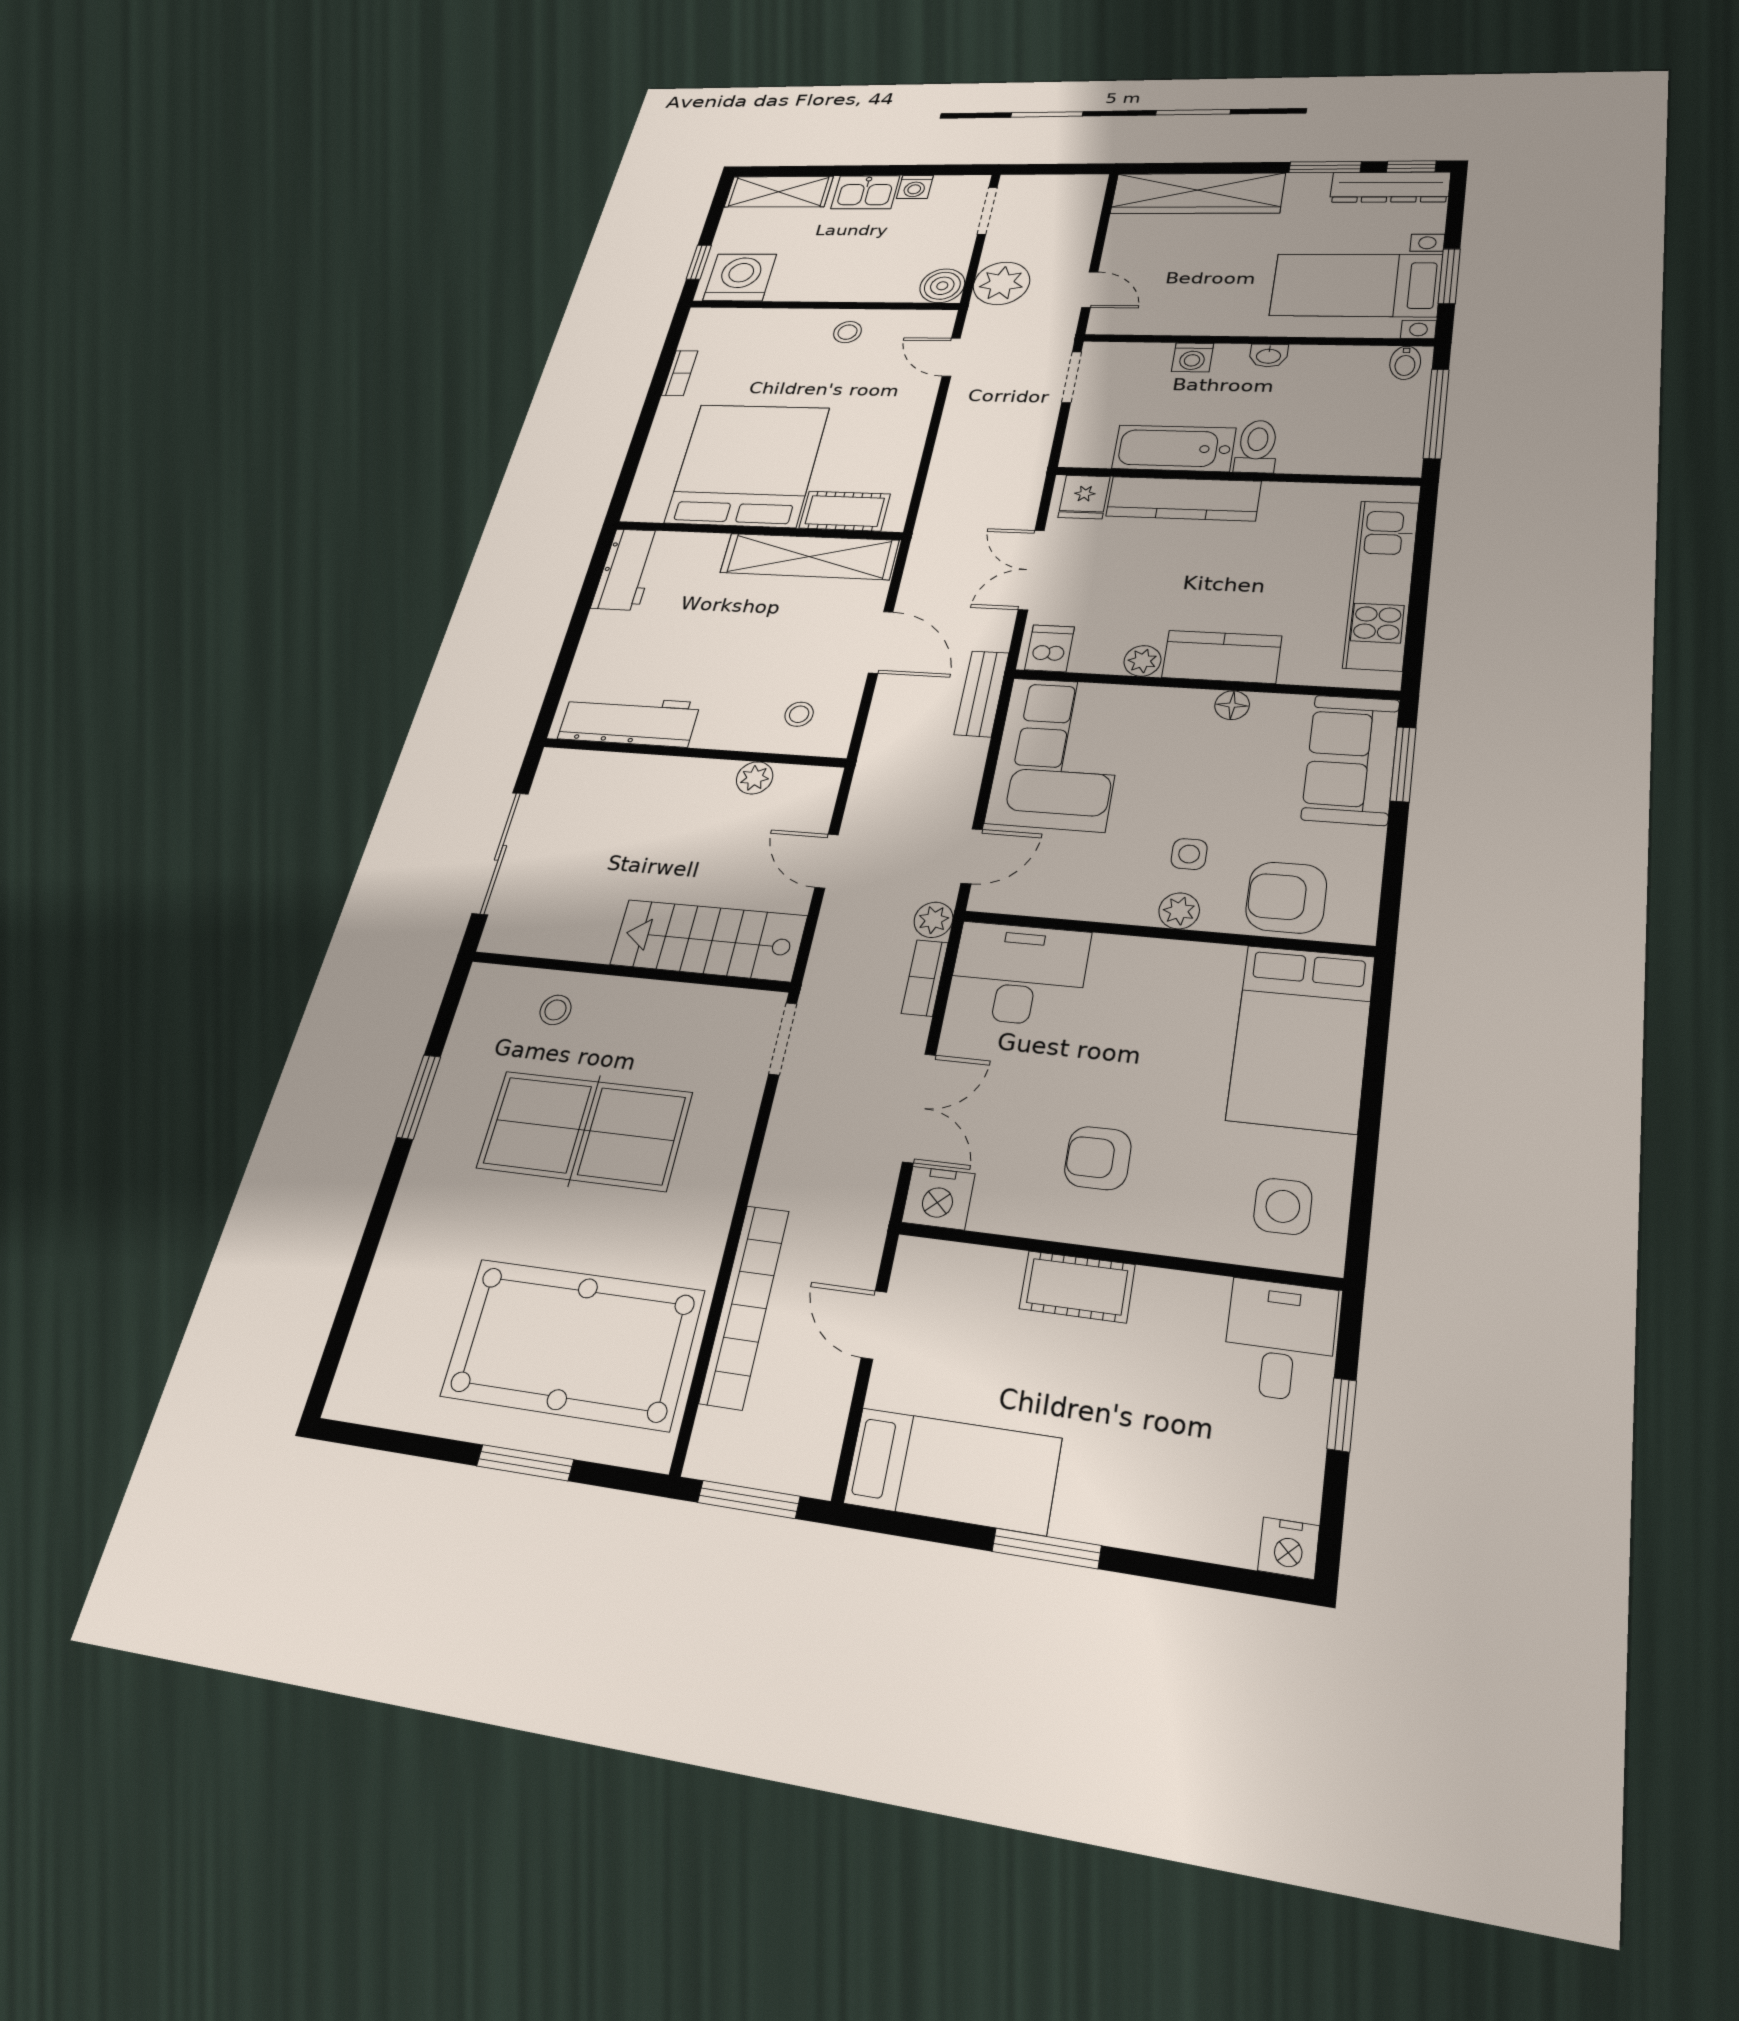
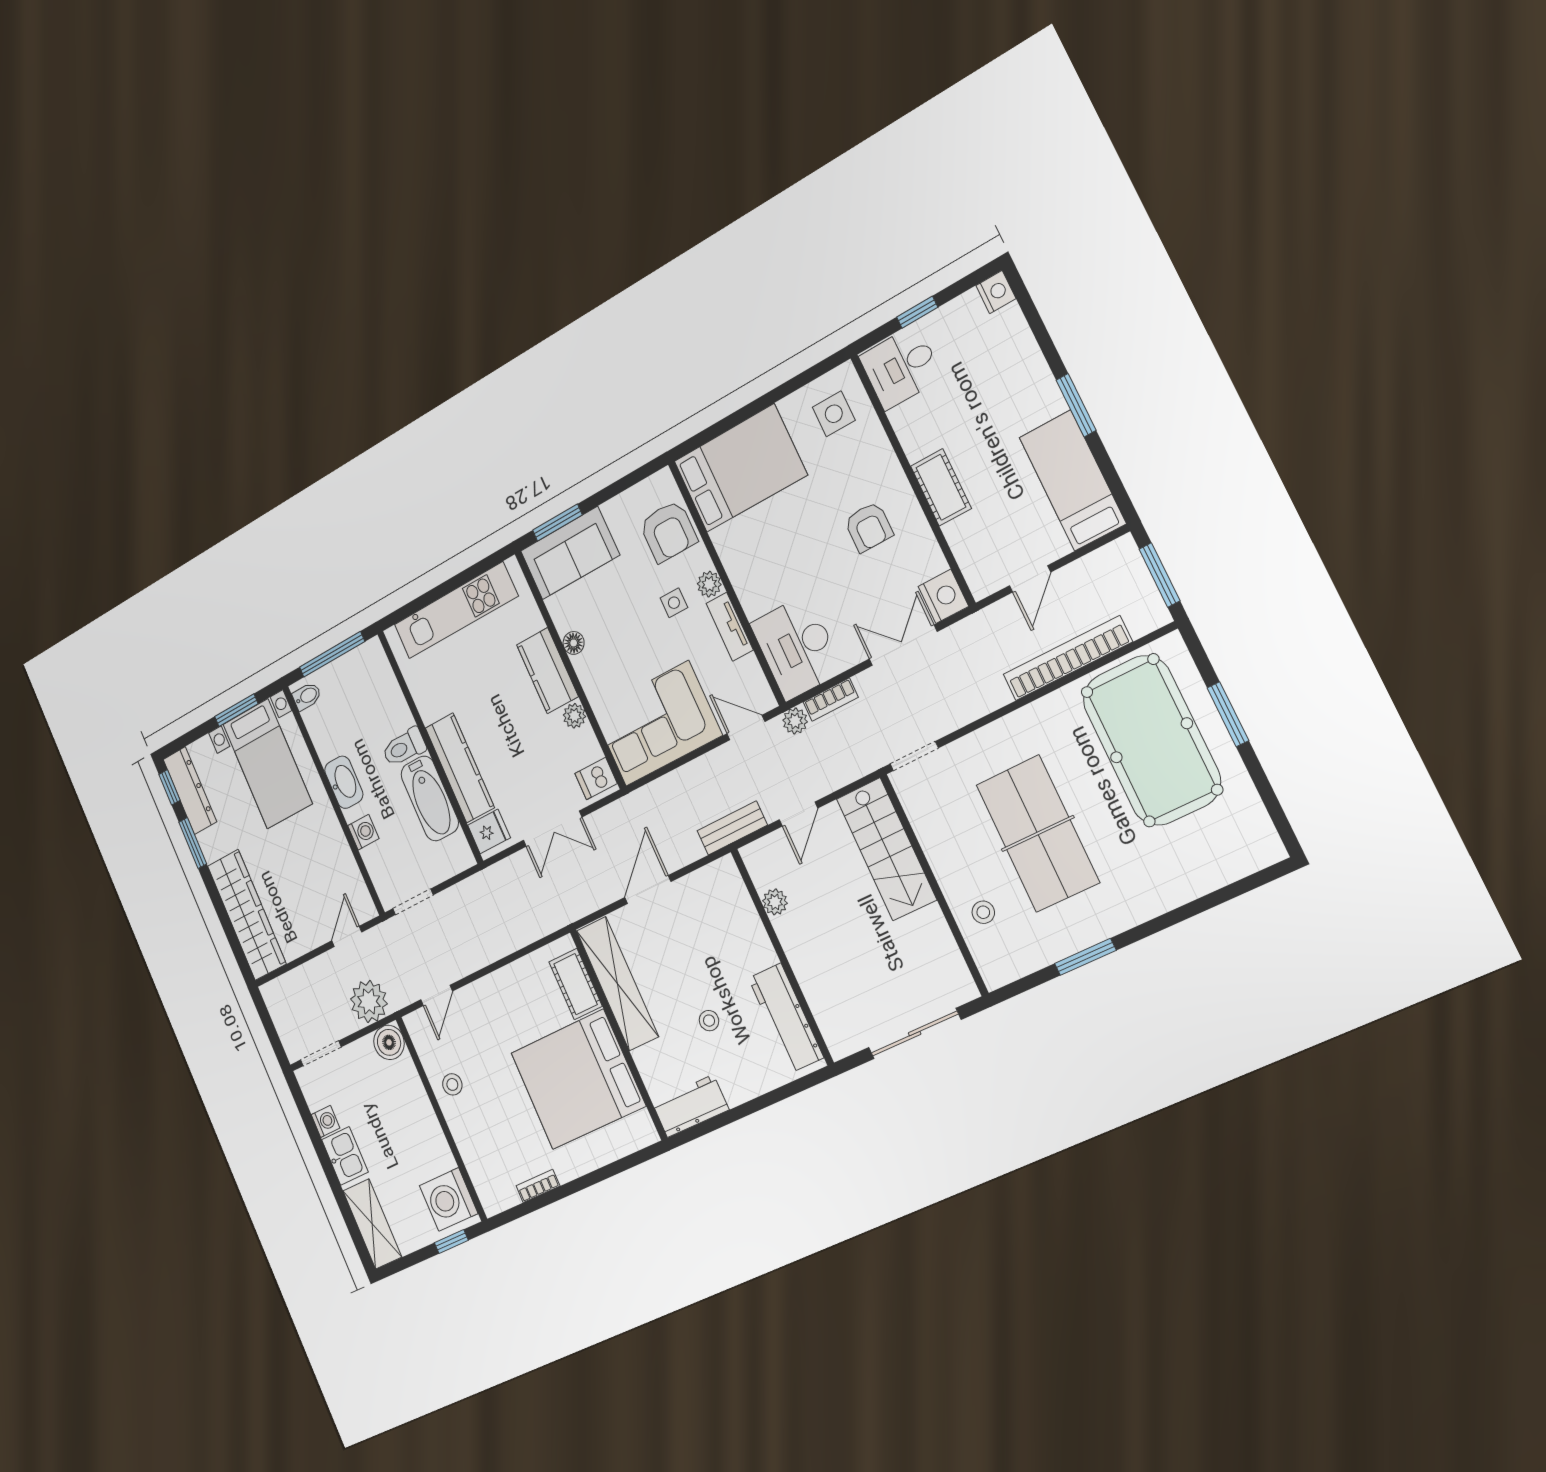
washbasin: (1269, 356) -> (344, 782), width x1.91, depth x1.45
bench: (982, 694) -> (732, 828), moved
stool: (799, 714) -> (709, 1021), moved
tv unit: (1107, 906) -> (730, 627), added

